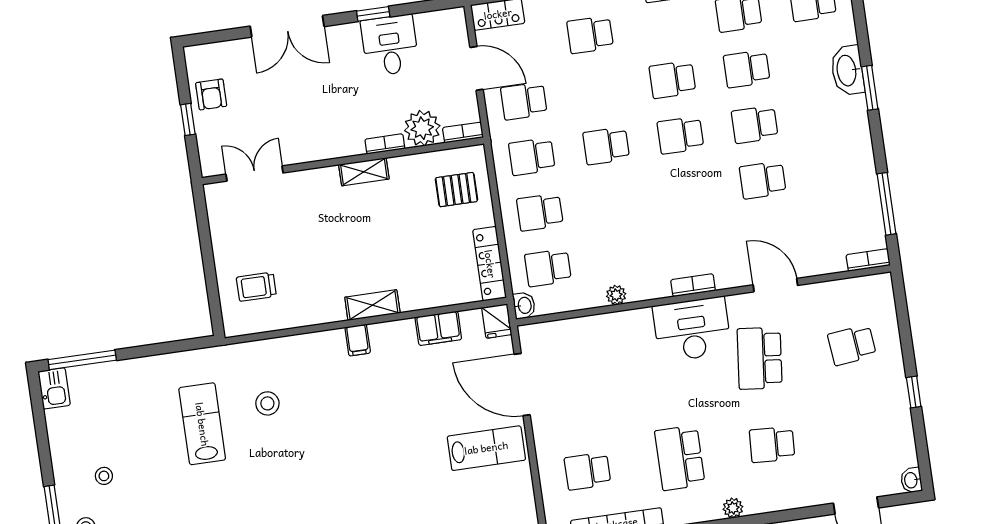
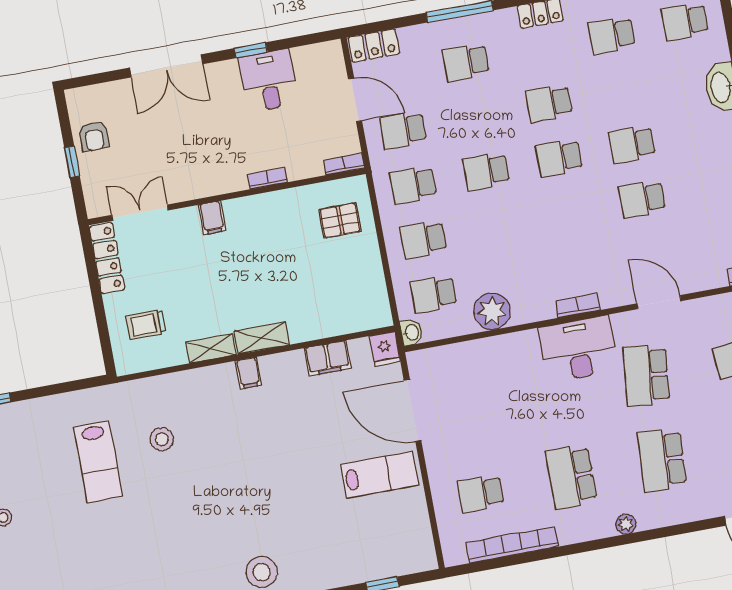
school desk: (747, 69) -> (622, 90), removed
plant: (422, 128) -> (304, 161), removed
shelving: (364, 172) -> (211, 348), moved
filing cabinet: (327, 182) -> (212, 218), added
locker: (490, 264) -> (107, 258), moved, turned 180
plant: (616, 295) -> (492, 311), width x1.87, depth x1.87
lab bench: (202, 424) -> (98, 462), turned 180
school desk: (772, 445) -> (662, 460), width x1.85

